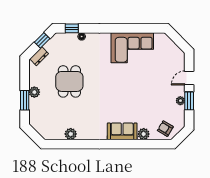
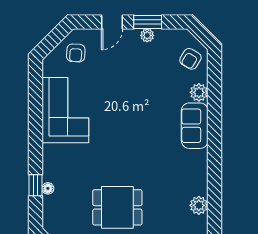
window: (72, 28) -> (35, 185), moved
armchair: (169, 55) -> (76, 53), added
door: (189, 78) -> (112, 22), hinge flipped

